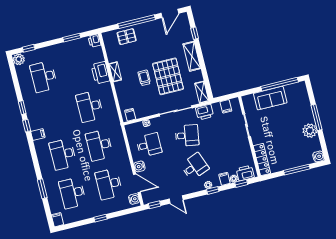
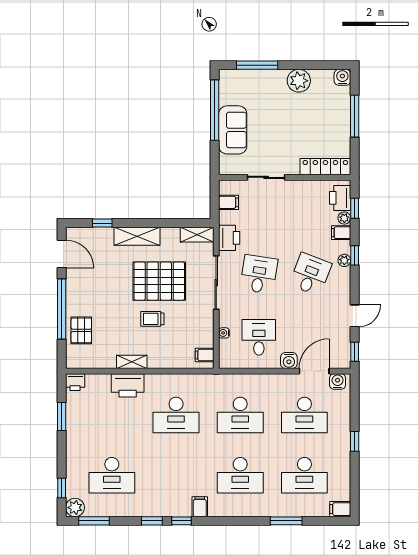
window: (14, 73) -> (94, 521), added
window: (317, 117) -> (257, 65), moved
desk: (195, 167) -> (310, 274), turned 42

